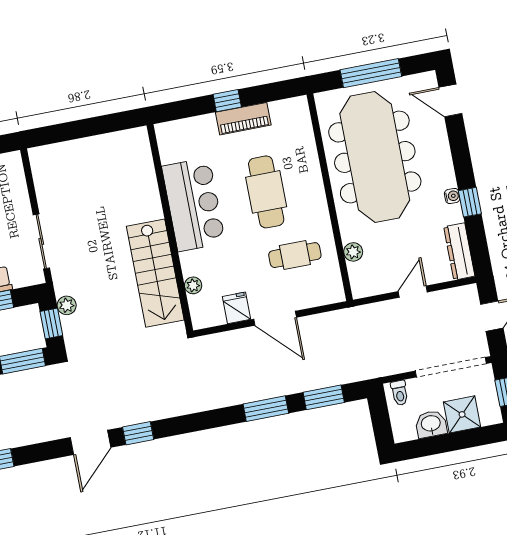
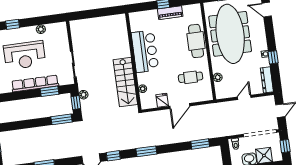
cafe table: (266, 192) -> (196, 41), moved
door: (275, 318) -> (180, 106), hinge flipped
window: (266, 409) -> (146, 151), moved

